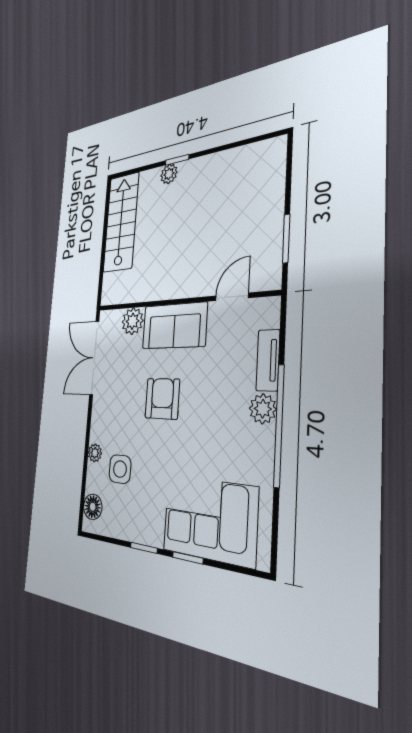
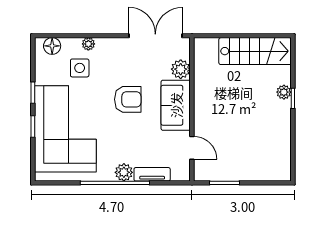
corner sofa: (209, 519) -> (65, 129), width x1.36, depth x1.36

